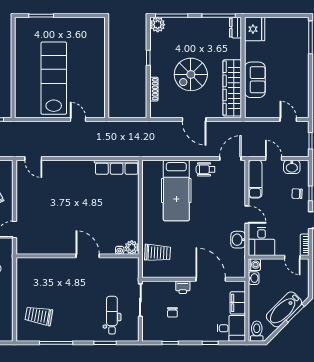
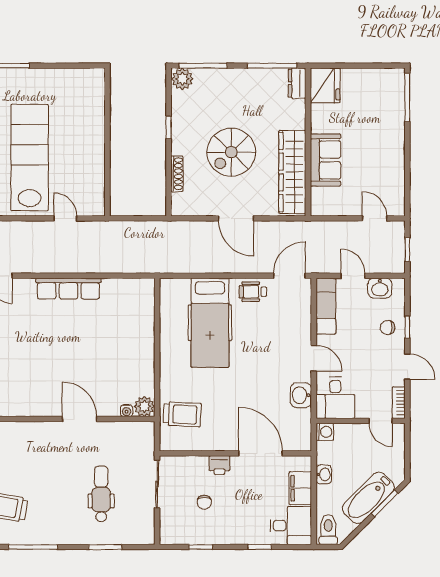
row of seats: (117, 167) -> (68, 289), moved
washbasin: (254, 278) -> (324, 474), moved
dental chair: (112, 315) -> (101, 494), moved

